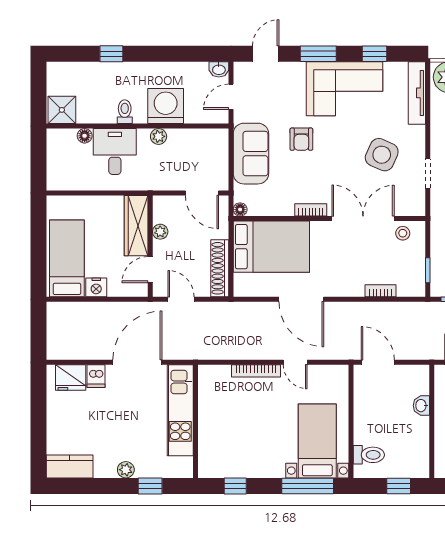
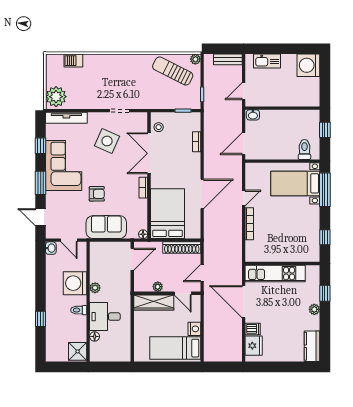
washbasin: (421, 406) -> (253, 115), moved

